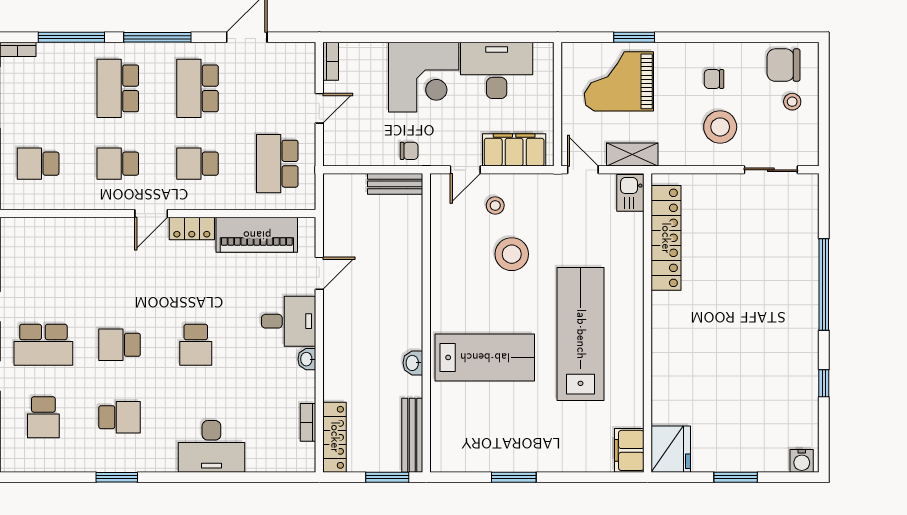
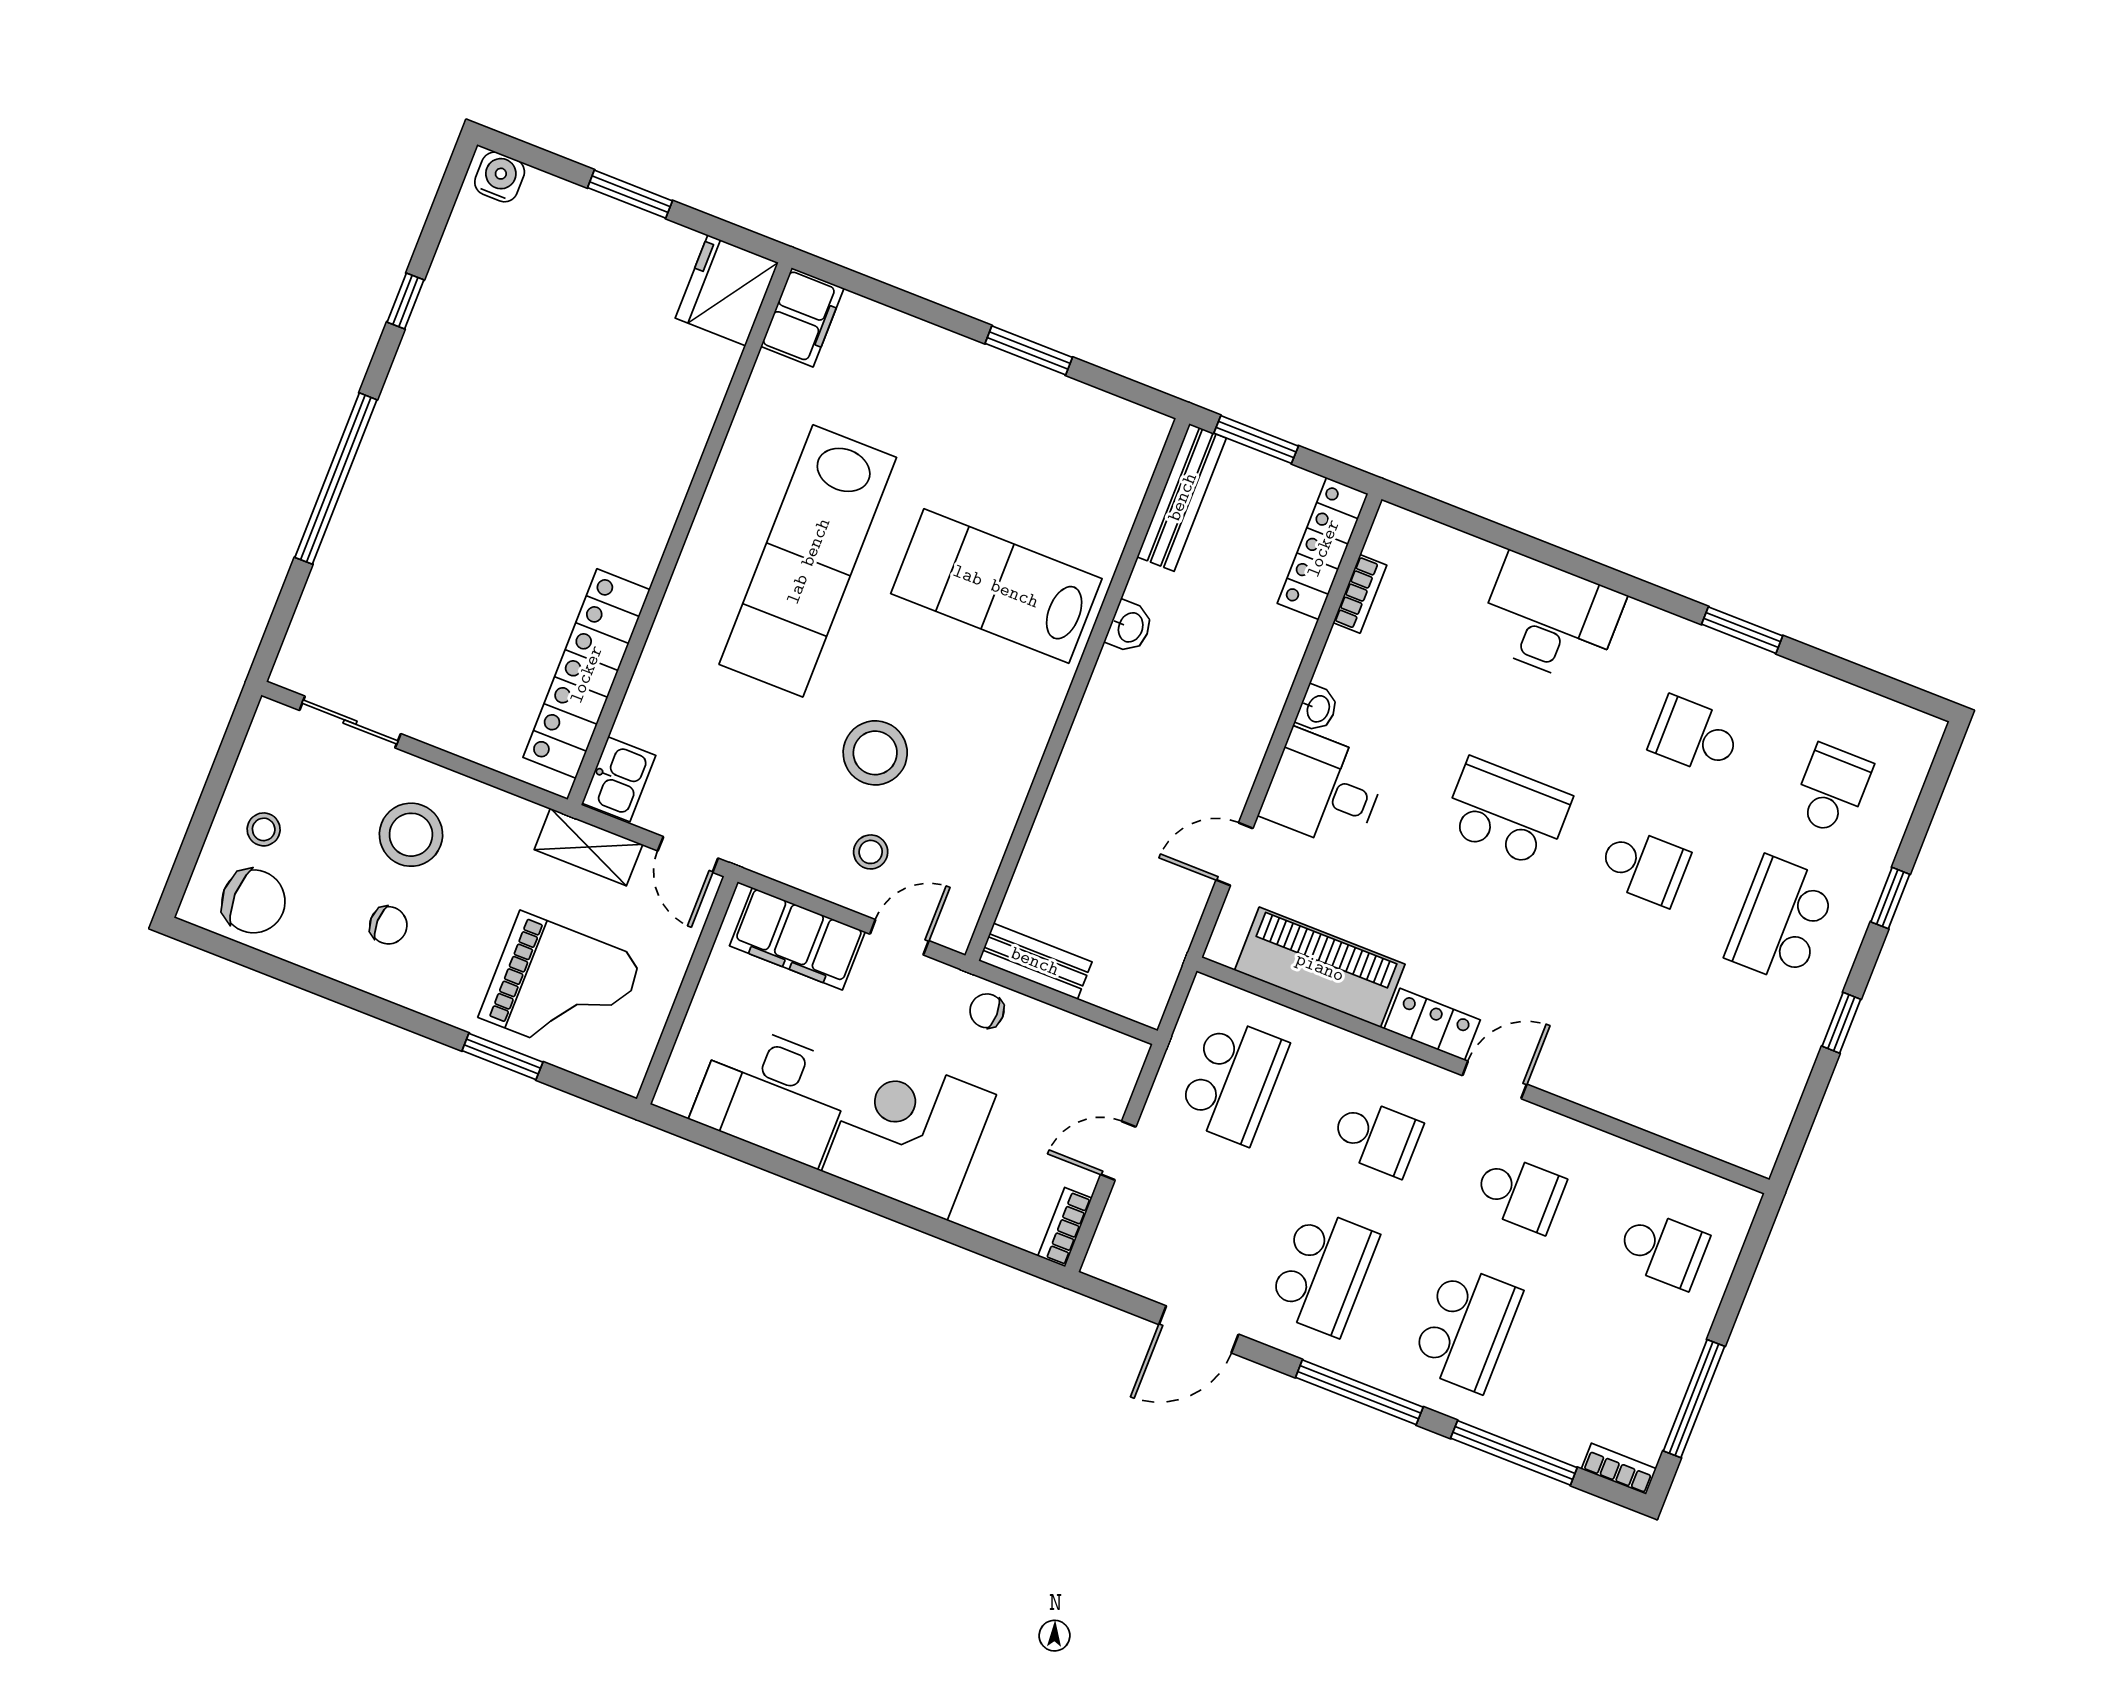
school desk: (43, 345) -> (1781, 920), turned -90
school desk: (196, 345) -> (1507, 813), width x1.85

